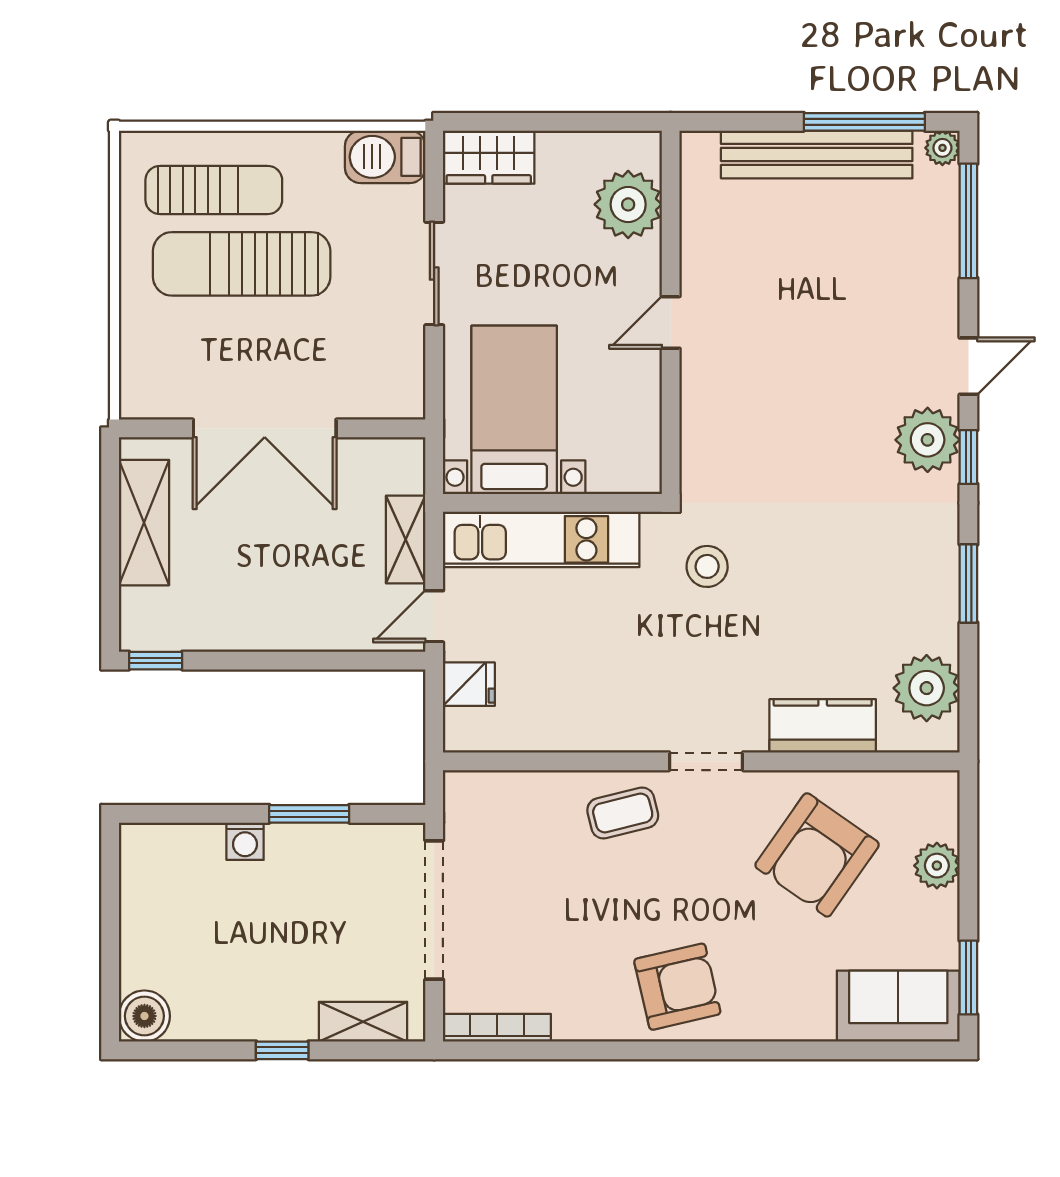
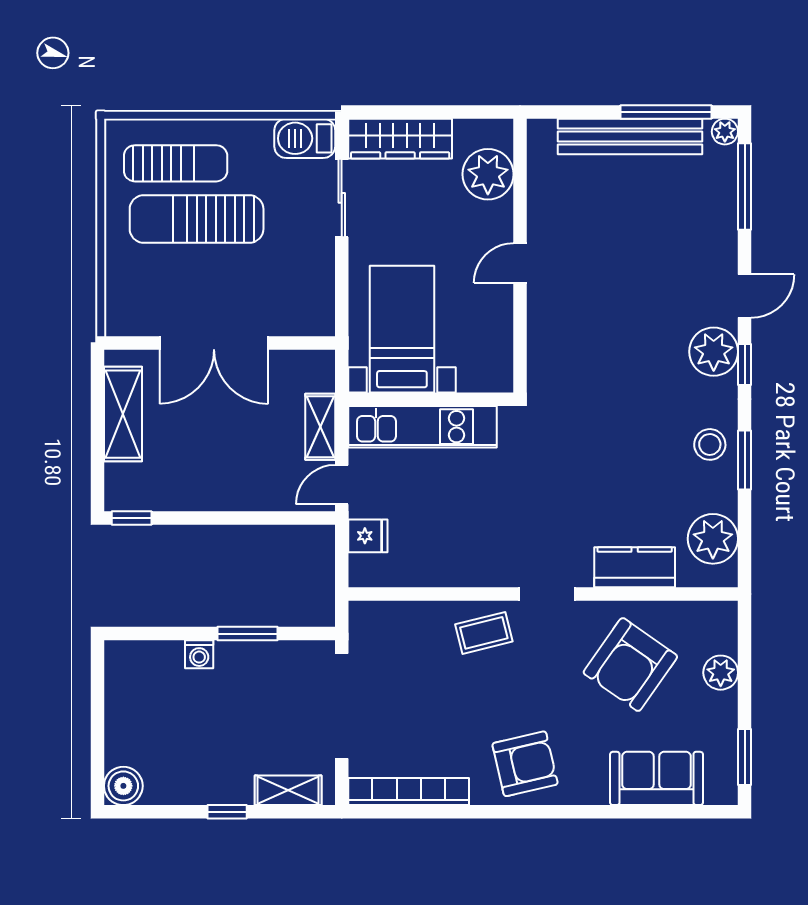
wardrobe: (489, 157) -> (400, 139), width x1.50
sliding door: (434, 274) -> (342, 198), moved
stool: (707, 566) -> (710, 444), moved
sofa: (898, 1006) -> (657, 778), moved
bookcase: (497, 1028) -> (409, 792), width x1.48, depth x1.31

